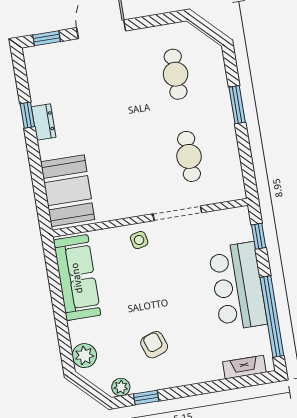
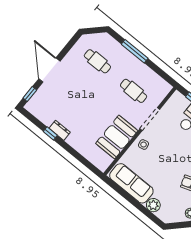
window: (237, 105) -> (135, 51), width x1.44
booth: (68, 191) -> (117, 137), moved, turned 90
plant: (84, 356) -> (153, 205), moved

